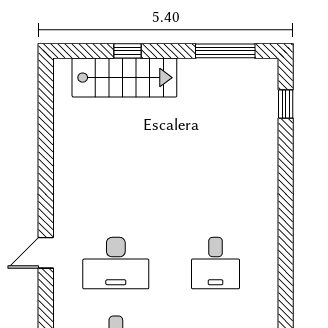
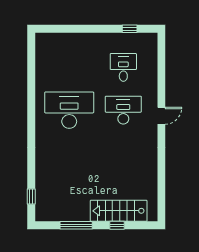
window: (225, 51) -> (76, 225), moved
desk: (216, 263) -> (69, 110), width x1.87, depth x1.30

